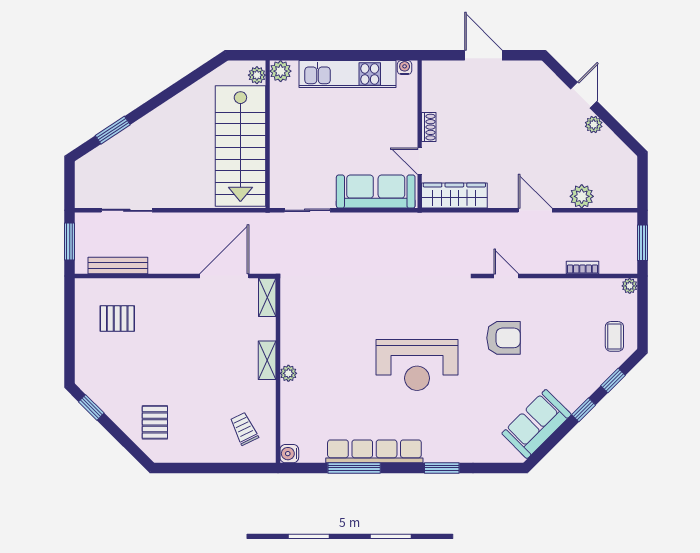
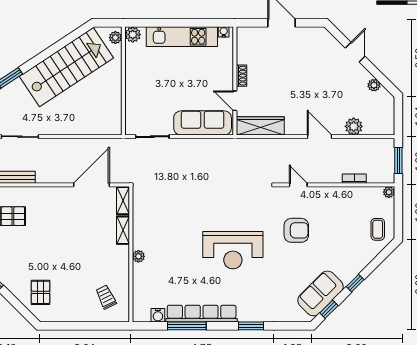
plant: (594, 125) -> (374, 85), moved
stairs: (240, 146) -> (66, 67), moved, turned -123
shelving: (267, 360) -> (123, 230), moved
window: (613, 380) -> (329, 309), moved
water cooler: (289, 454) -> (158, 315), moved, turned -90

